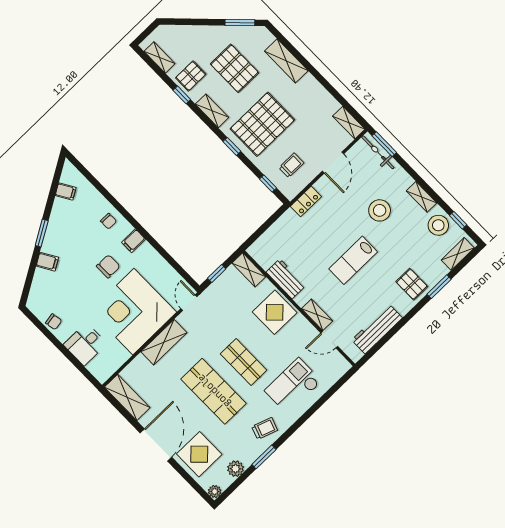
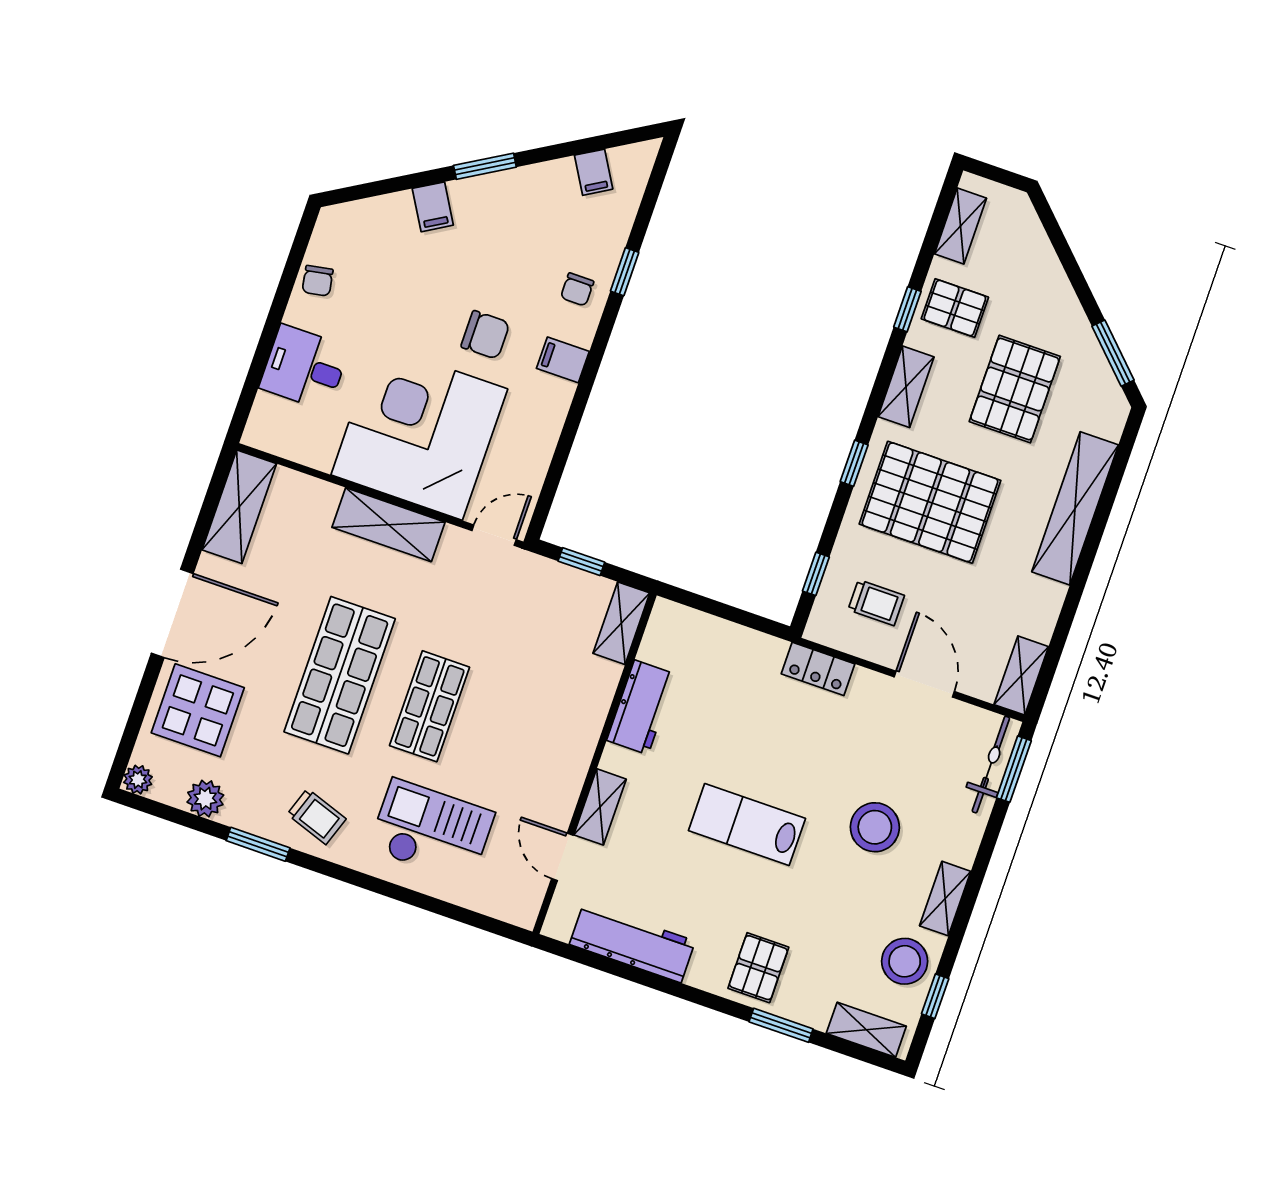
shelving: (286, 61) -> (1075, 508), width x1.47
door: (333, 163) -> (924, 684), swing flipped
window: (111, 199) -> (625, 272), added
display table: (275, 312) -> (562, 718), removed

